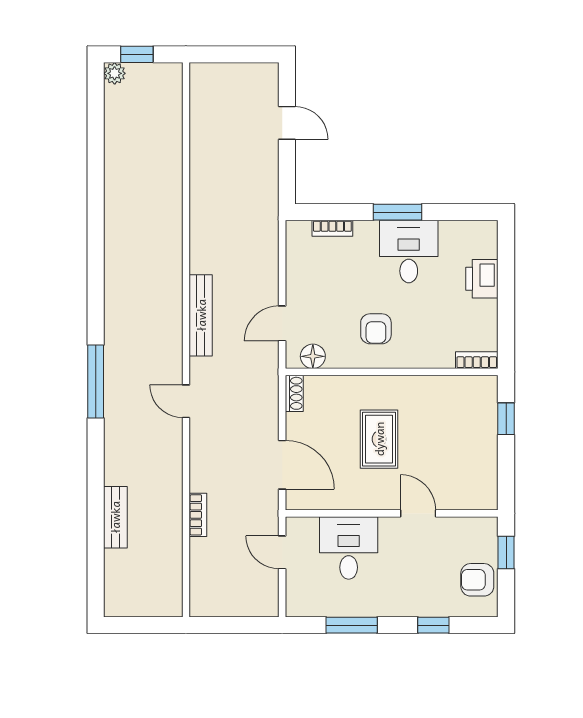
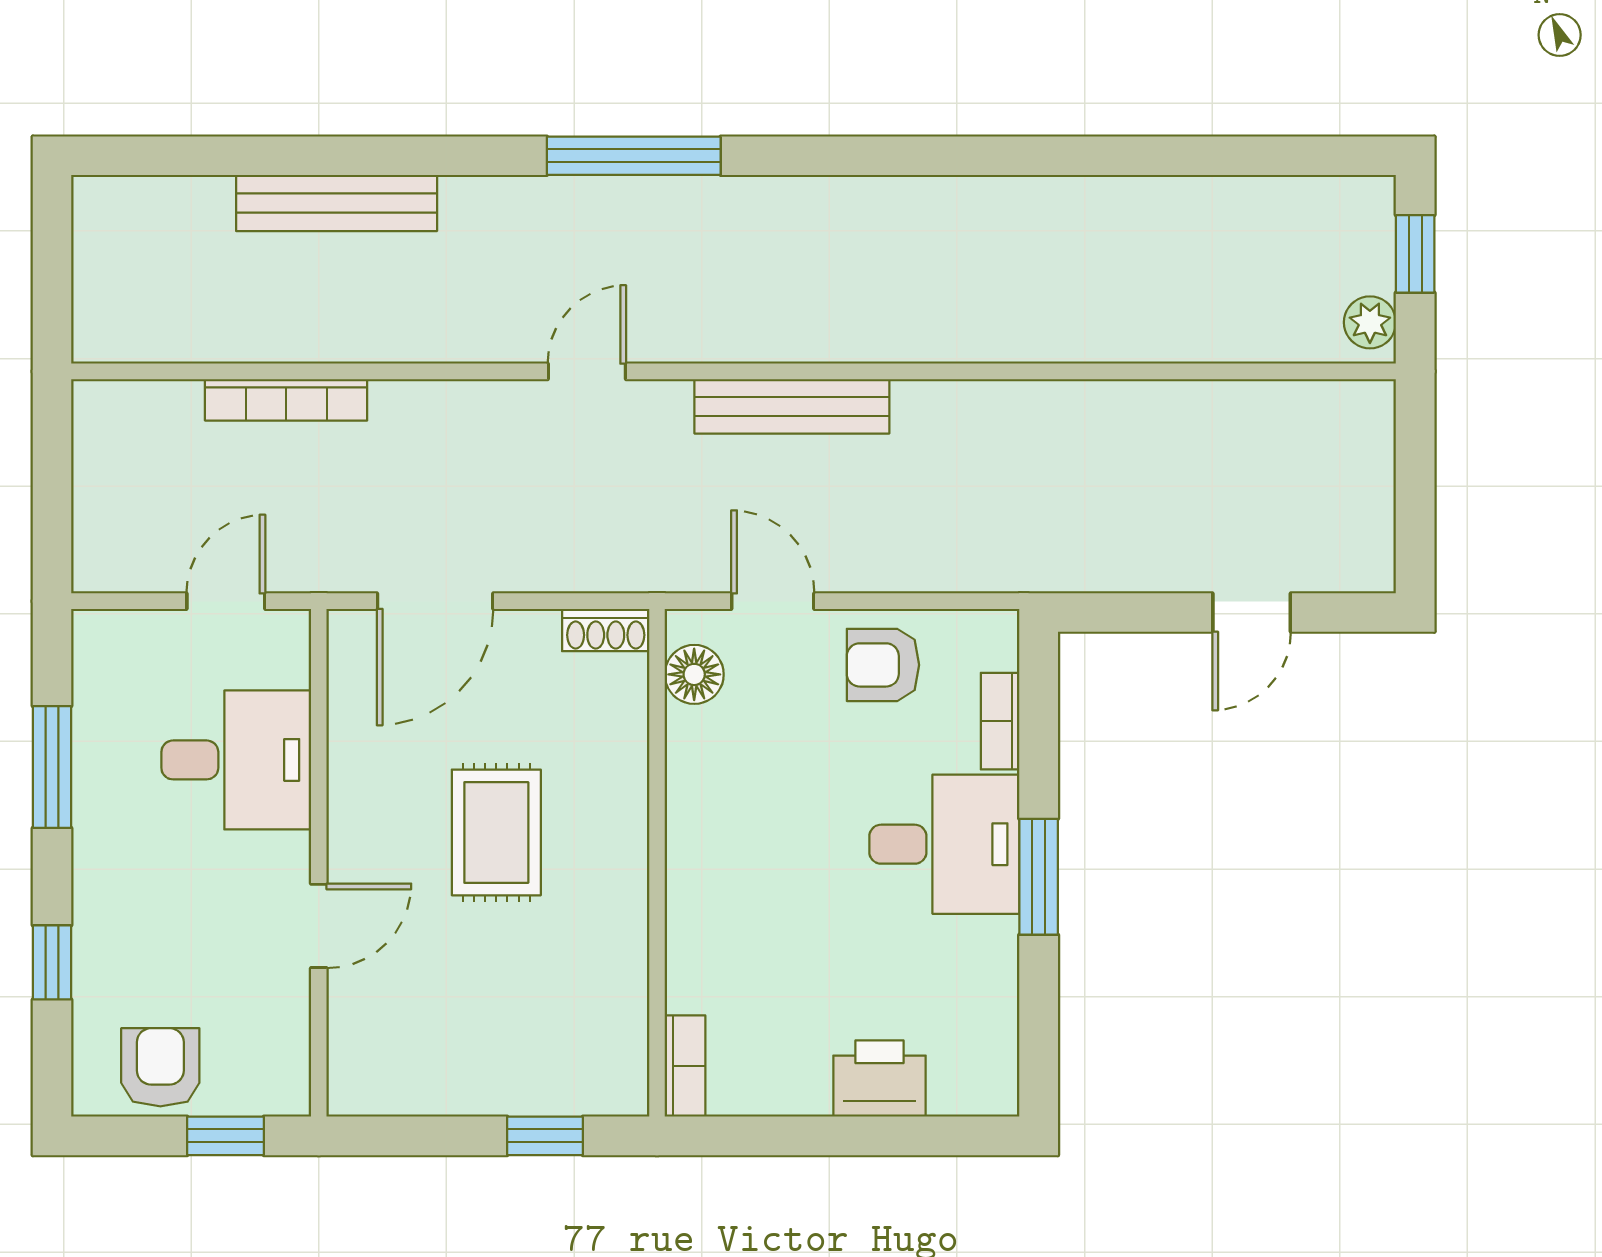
plant: (115, 73) -> (1370, 322), moved
desk: (409, 252) -> (944, 844), moved
armchair: (376, 329) -> (883, 665), moved
rug: (379, 439) -> (496, 832), turned 90
bookcase: (198, 515) -> (286, 400), width x1.56
bench: (115, 517) -> (337, 203), width x1.36

